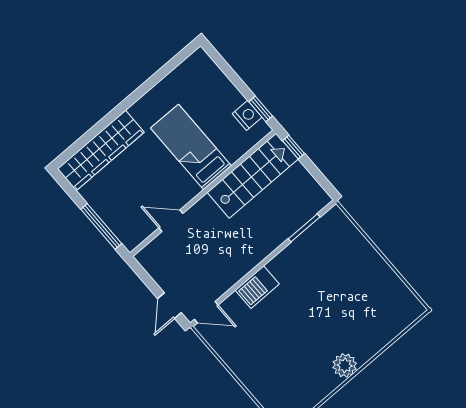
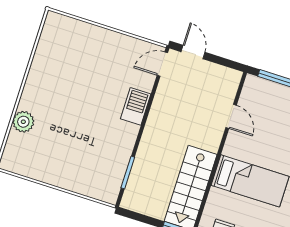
door: (171, 221) -> (231, 116), hinge flipped
plant: (345, 365) -> (23, 122), moved

